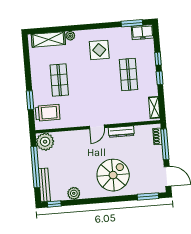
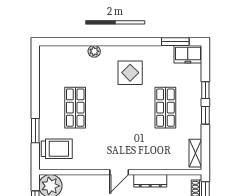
shelving: (48, 39) -> (65, 54), removed

